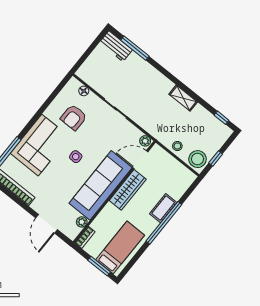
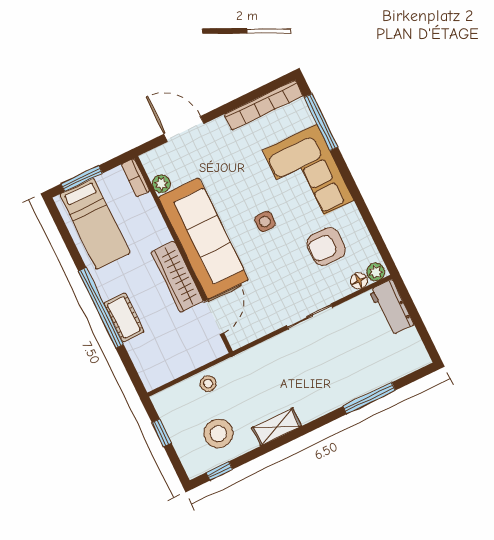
workbench: (116, 46) -> (391, 308), moved, turned -90
window: (135, 48) -> (369, 398), moved
armchair: (74, 117) -> (326, 246), turned -90
plant: (145, 141) -> (376, 272), moved
stool: (198, 159) -> (218, 433), moved

